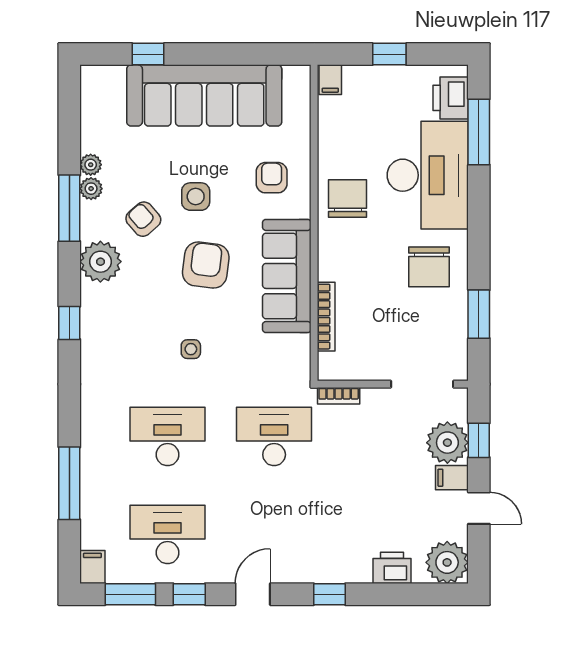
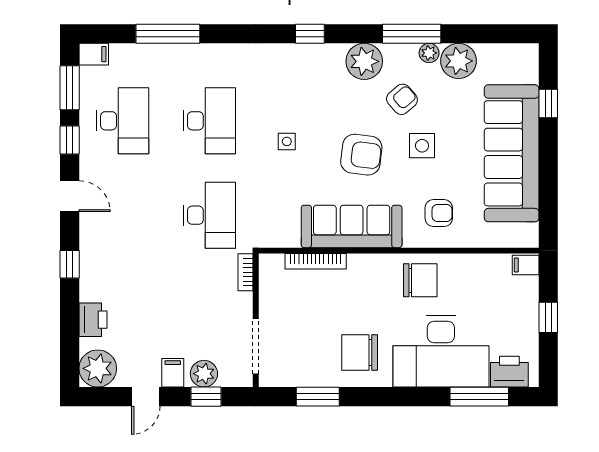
plant: (91, 165) -> (459, 61), width x1.87, depth x1.87
plant: (447, 443) -> (204, 374), width x0.73, depth x0.73

